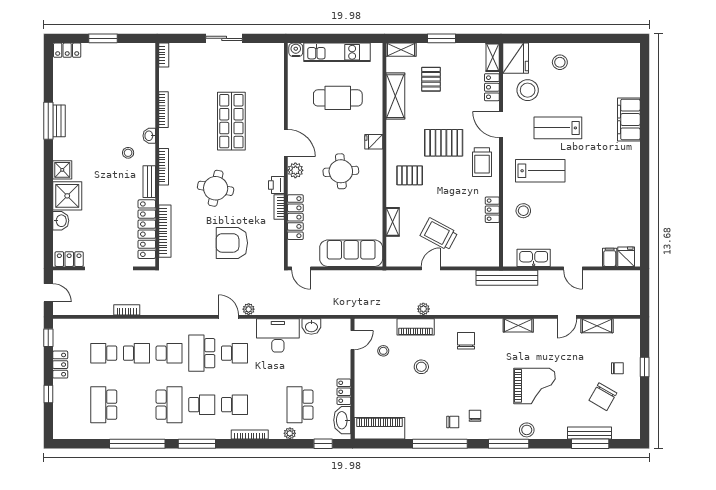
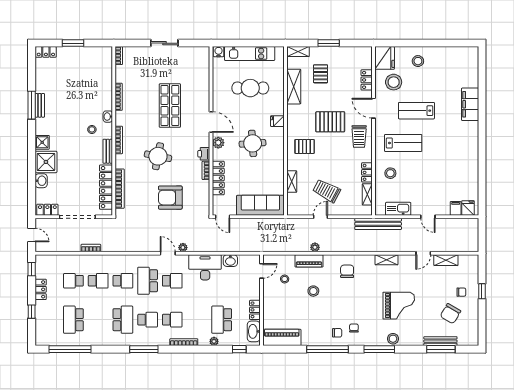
shelving: (493, 57) -> (367, 194), moved
window: (137, 444) -> (70, 349), moved

